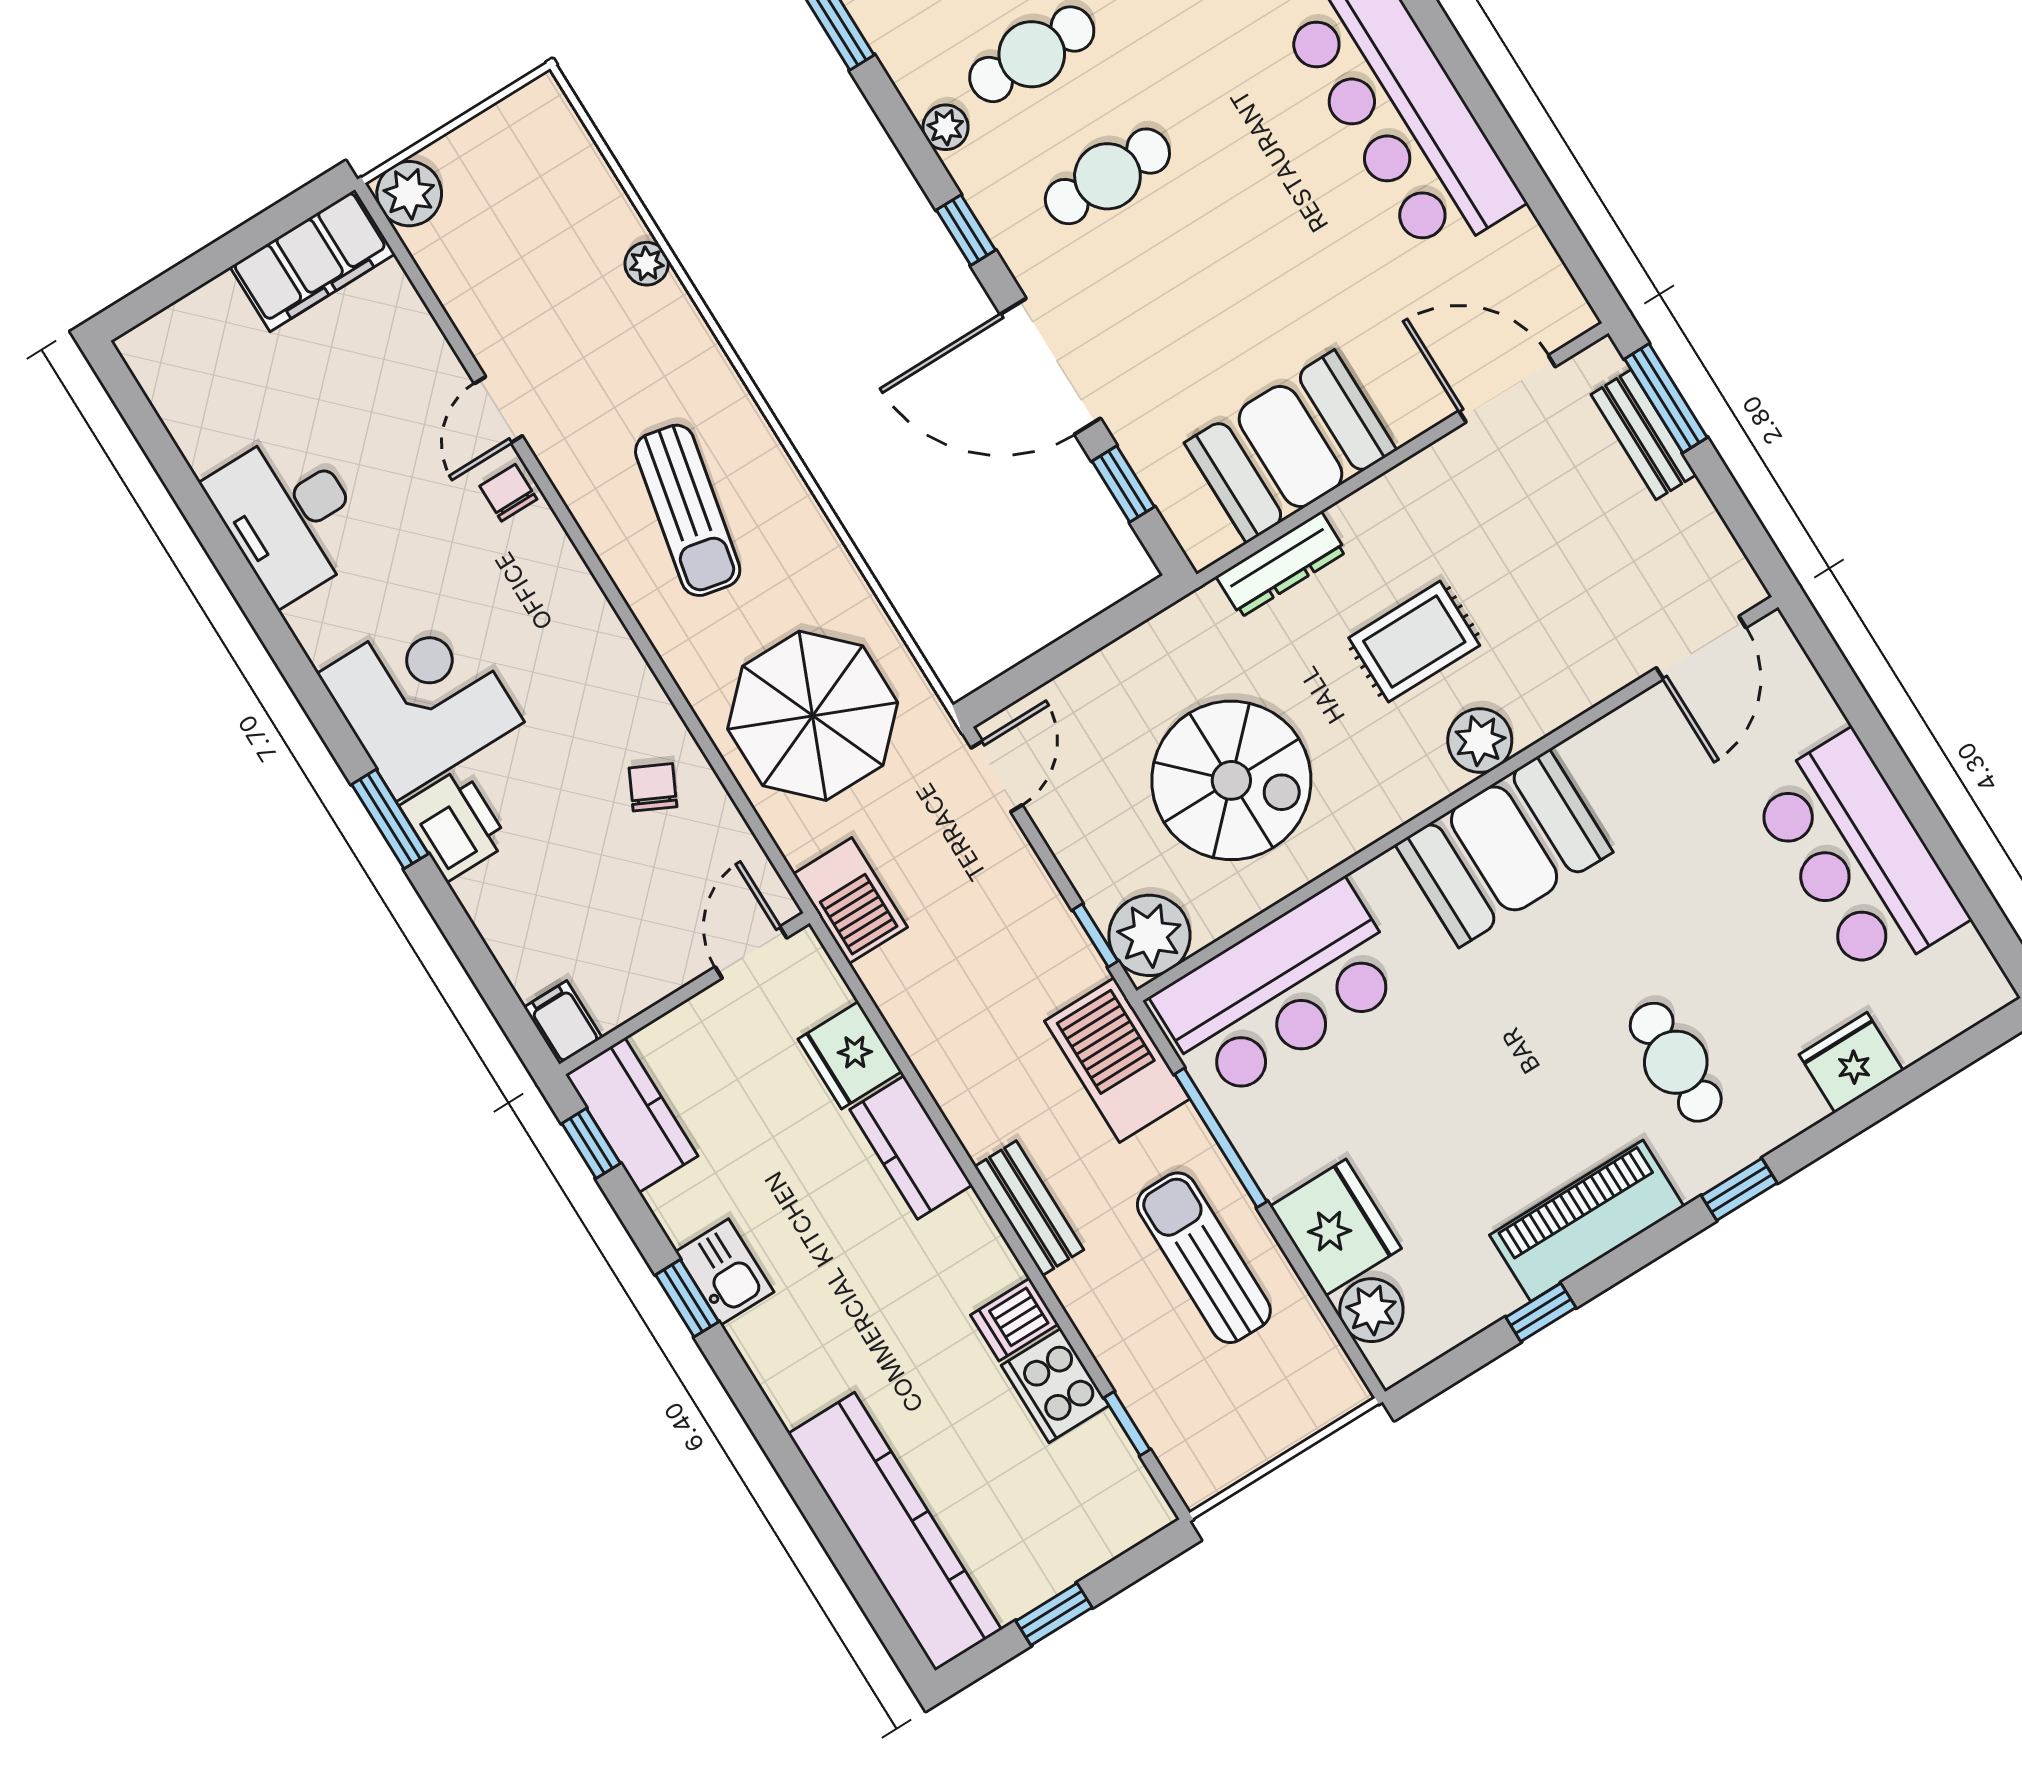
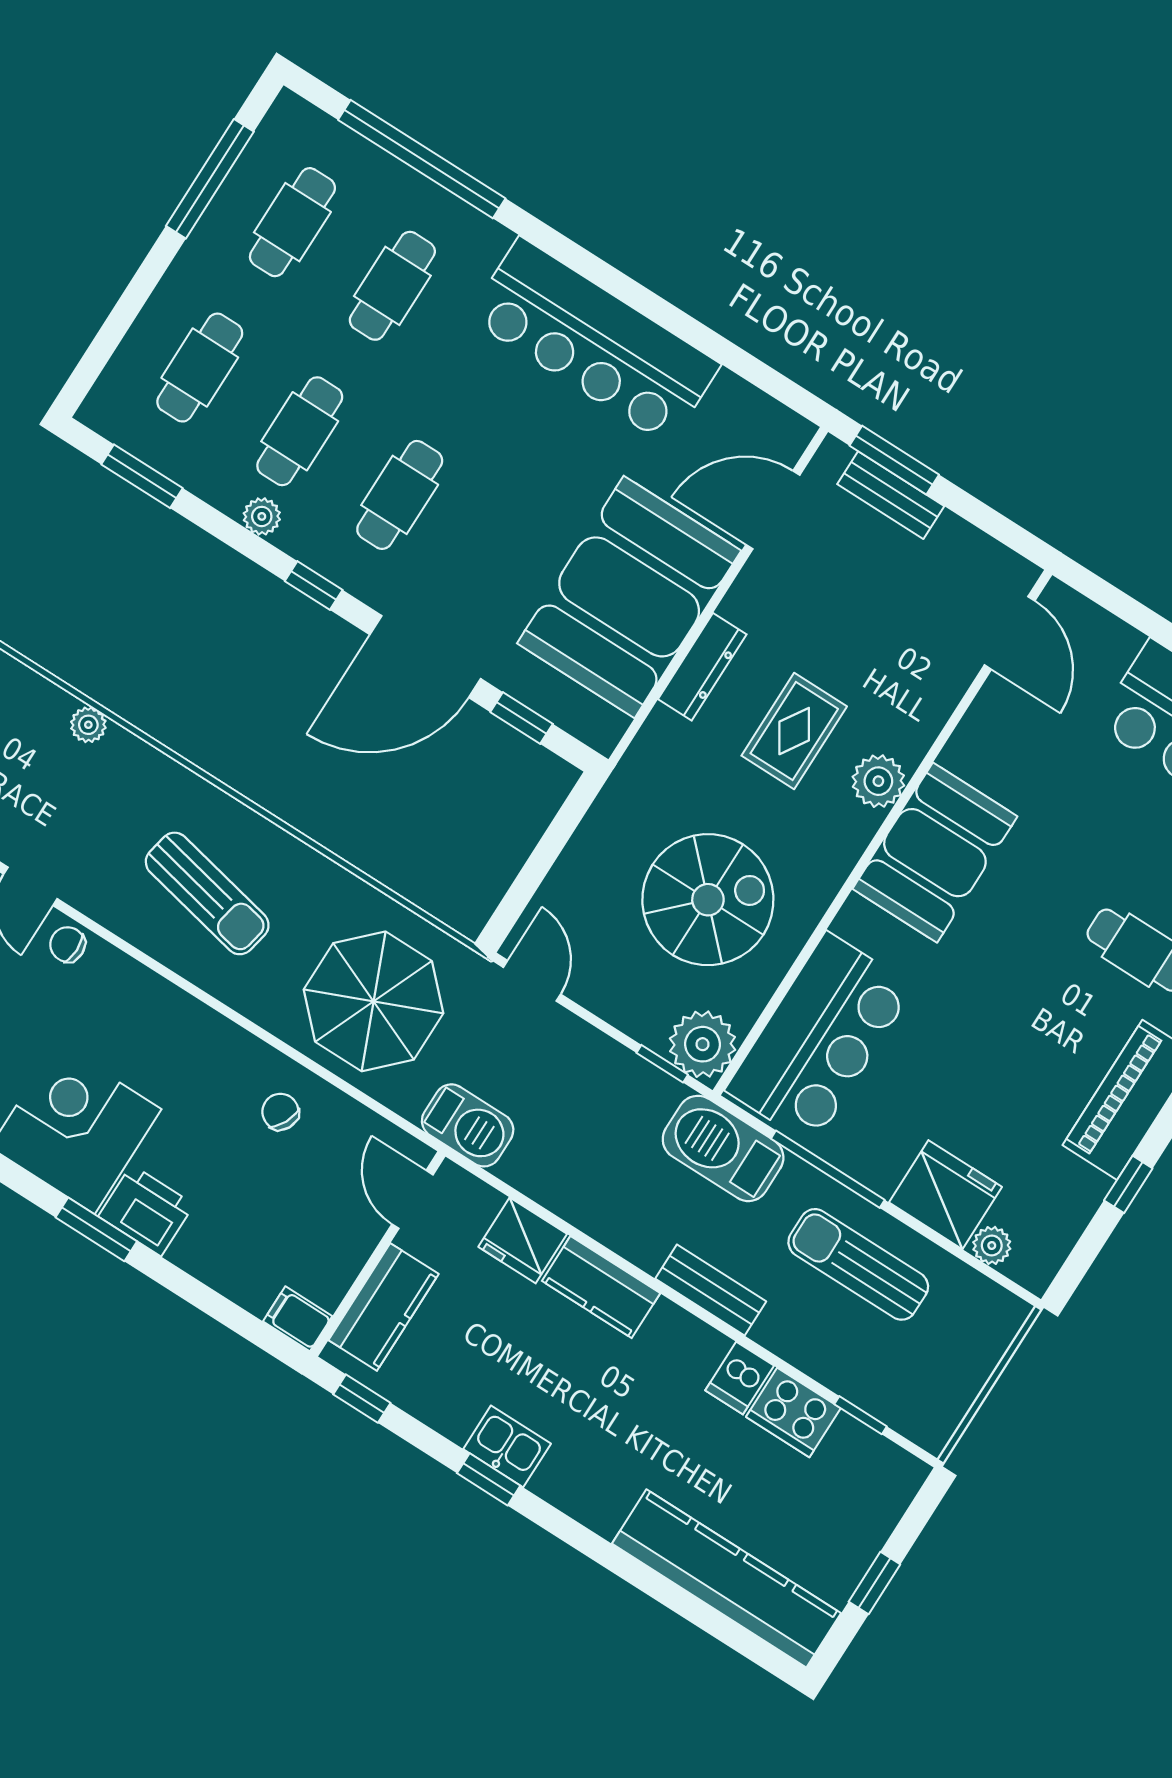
booth: (1290, 447) -> (629, 597), width x1.36, depth x1.42
dresser: (1281, 564) -> (702, 667), moved
kitchen counter: (632, 1115) -> (384, 1307), moved, turned 90
plant: (1371, 1310) -> (992, 1245), width x0.73, depth x0.73

